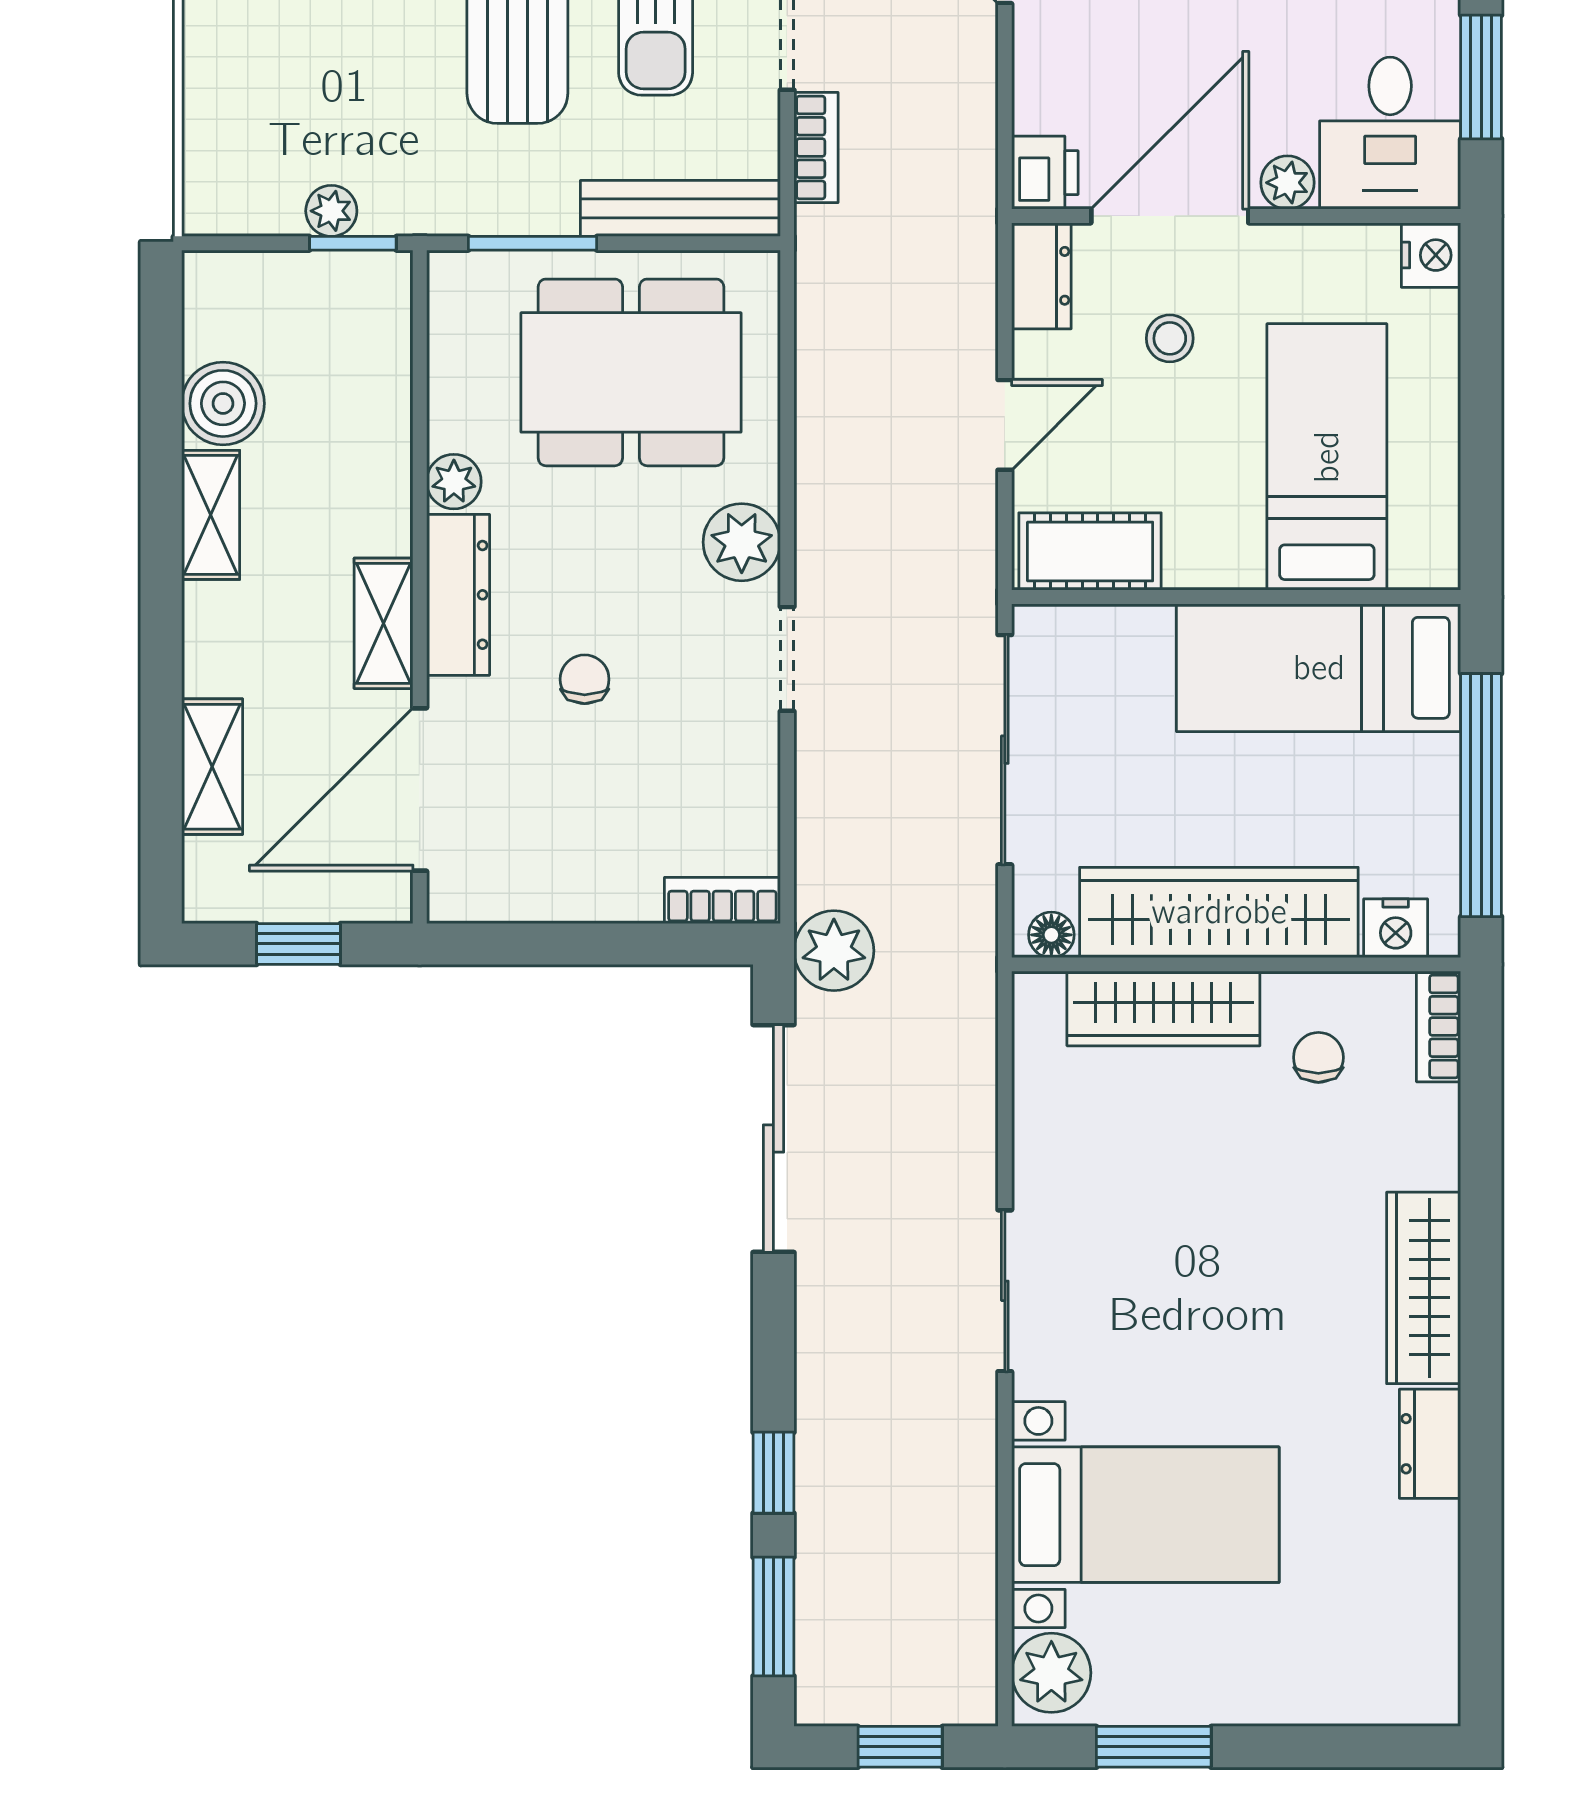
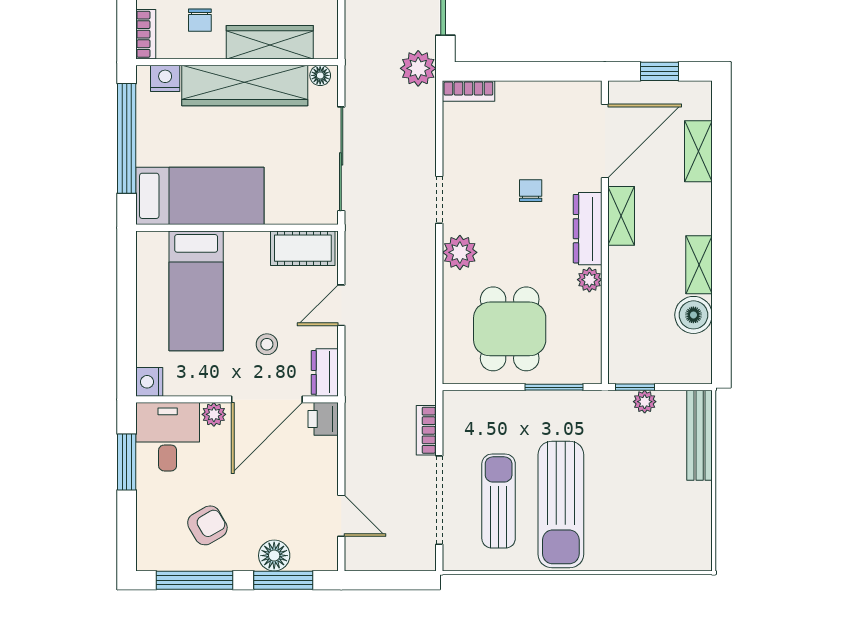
bench: (680, 208) -> (700, 435), moved, turned 90
dining table: (631, 372) -> (510, 329), width x0.73
chair: (585, 679) -> (531, 191), turned 180

